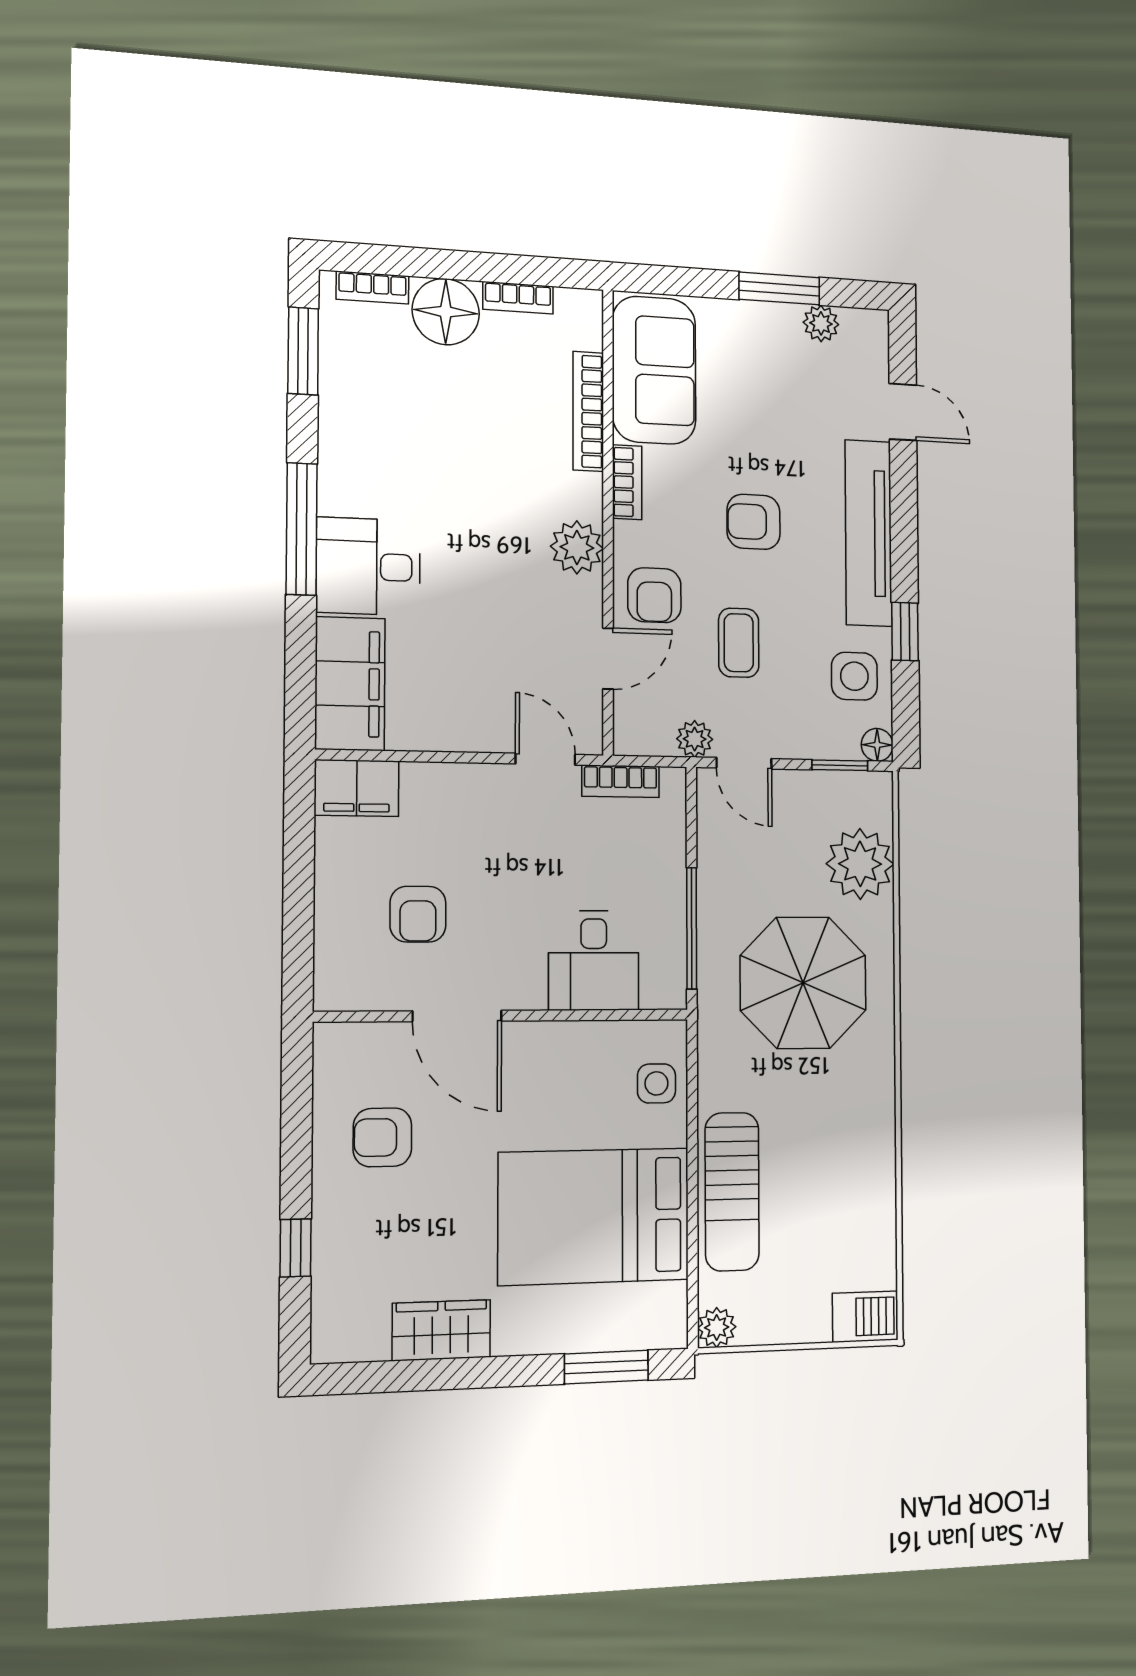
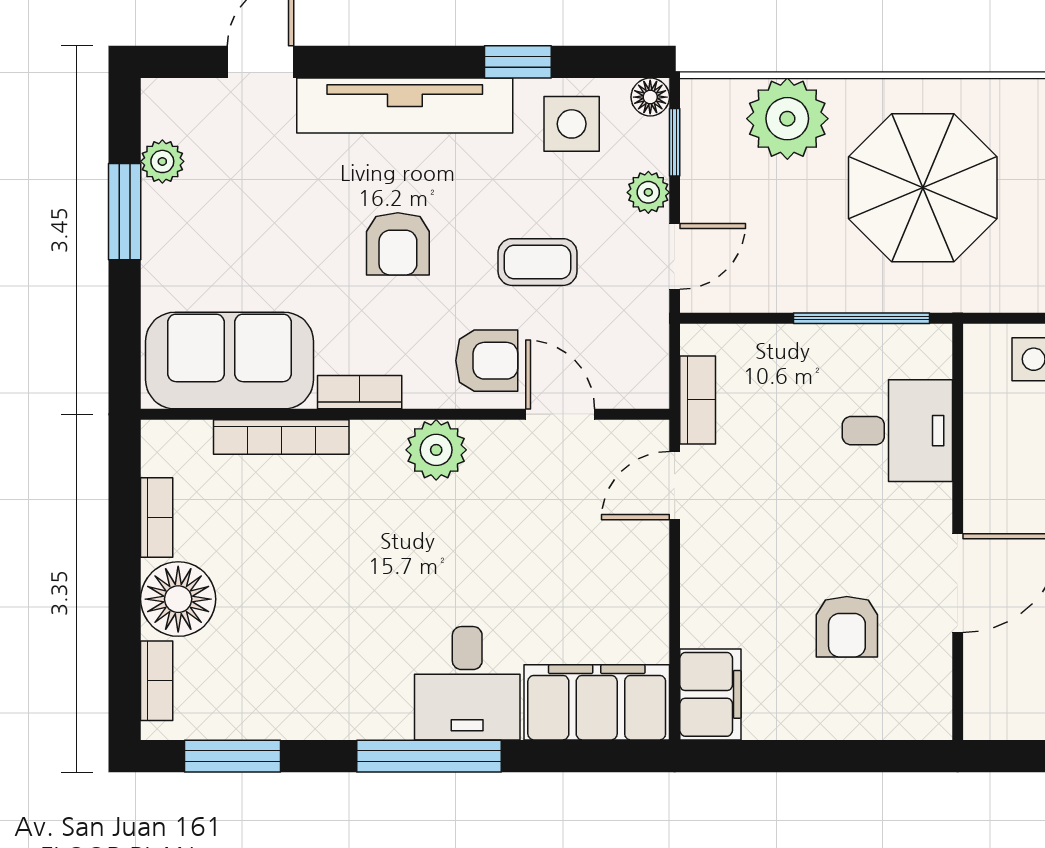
plant: (695, 739) -> (648, 192), moved
armchair: (418, 914) -> (847, 627), turned 90

